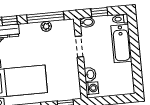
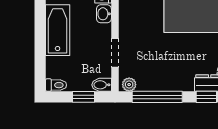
plant: (46, 26) -> (129, 85), moved
bathtub: (121, 43) -> (58, 30), moved

